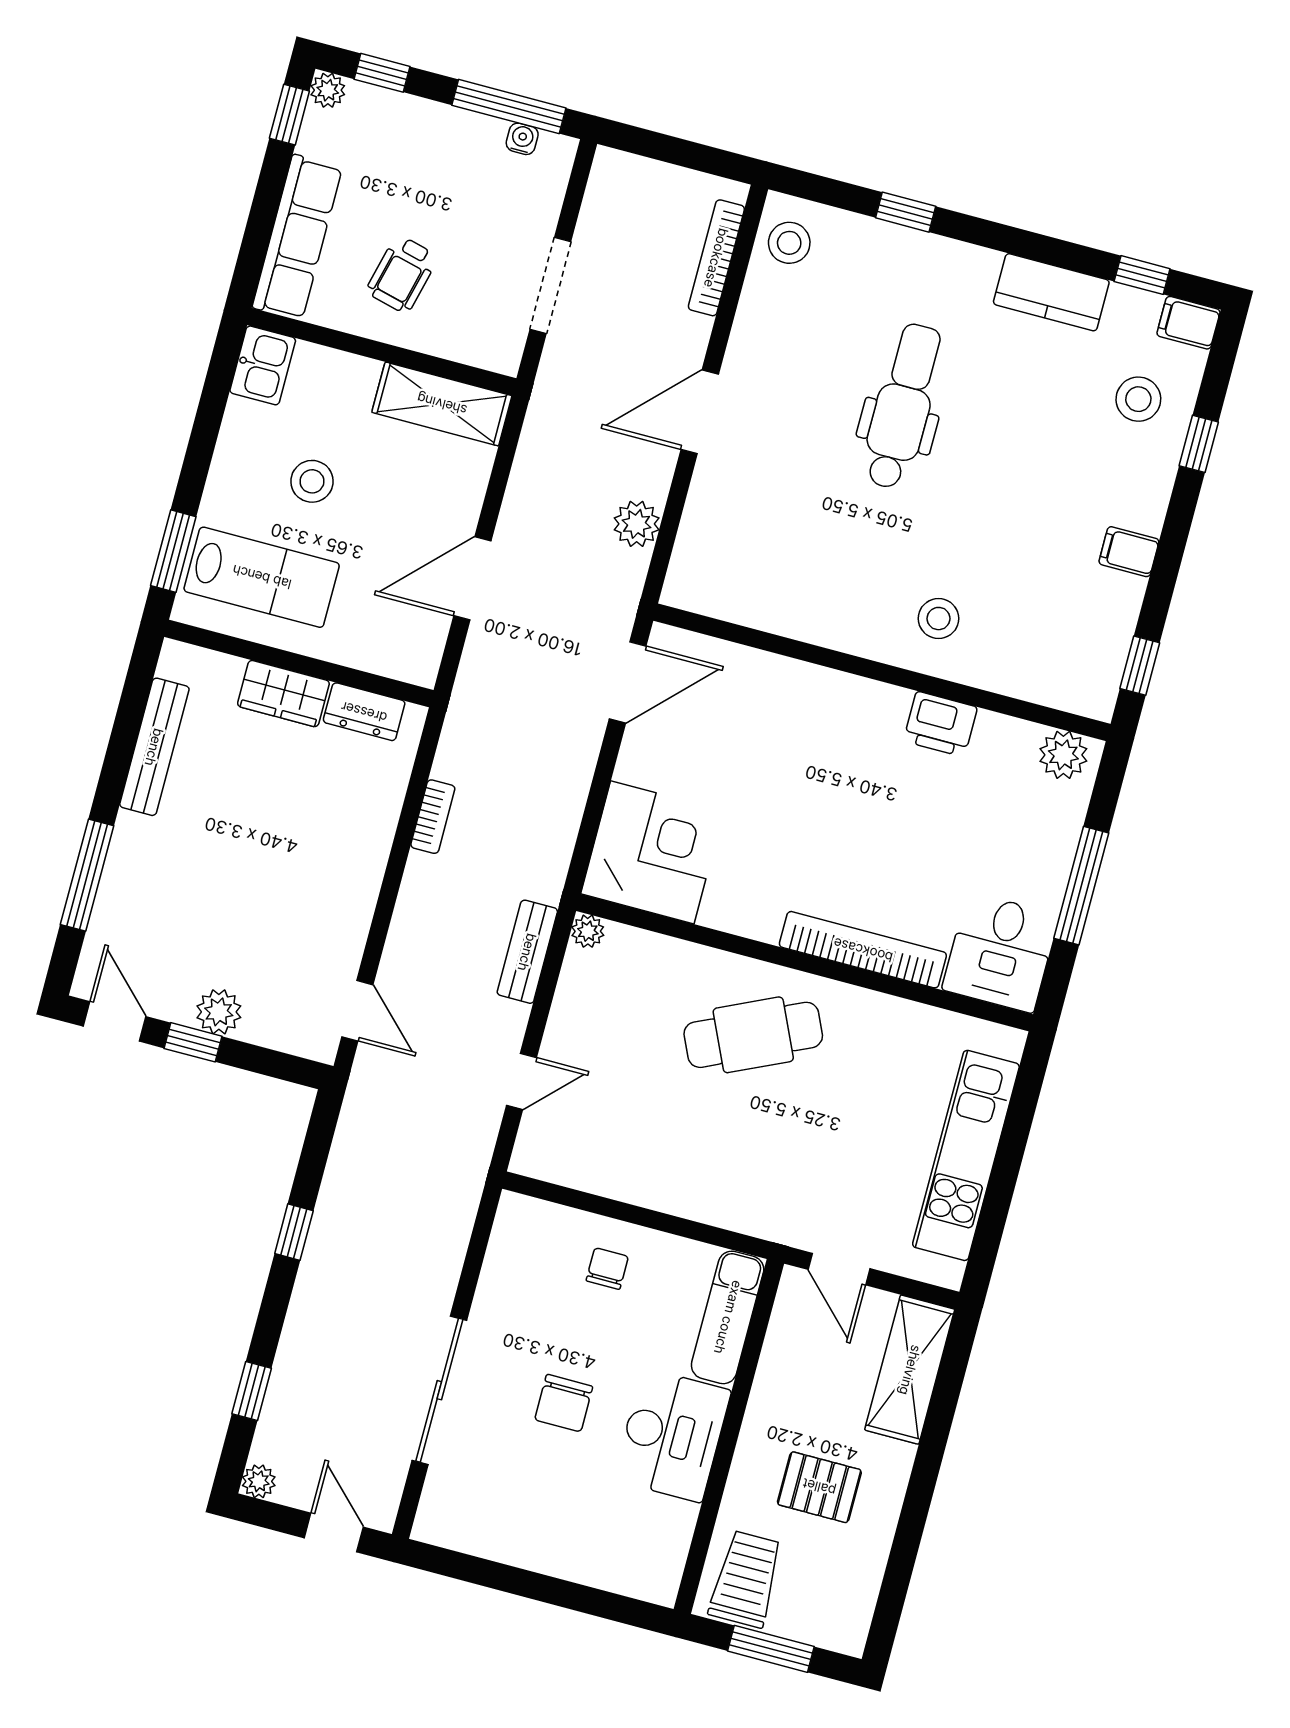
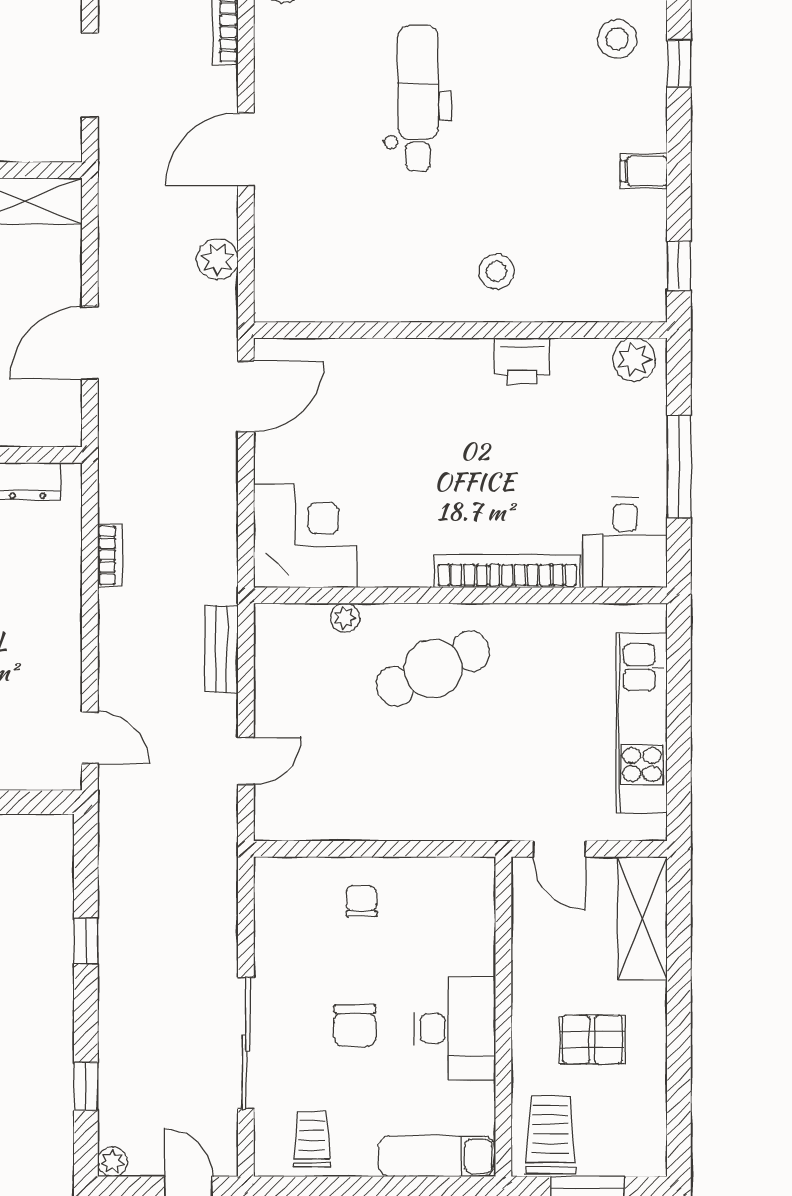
plant: (588, 931) -> (345, 618), moved
exam couch: (728, 1317) -> (436, 1156), moved, turned 90
trolley: (484, 1515) -> (312, 1139), added

